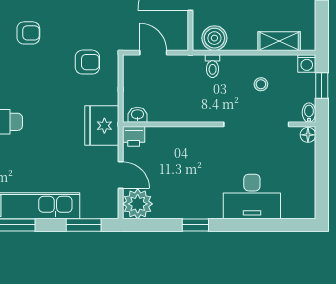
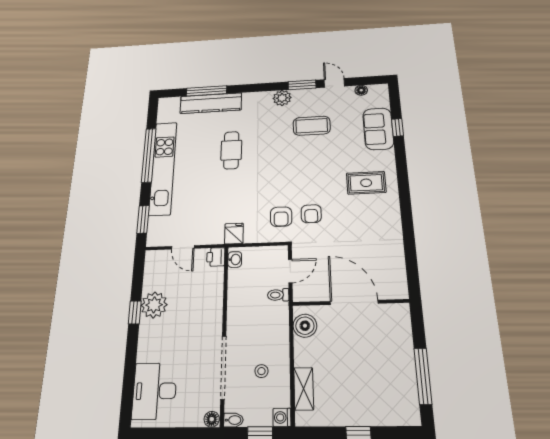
armchair: (28, 33) -> (311, 214), moved
toilet: (213, 66) -> (278, 295), moved
fridge: (102, 126) -> (234, 234), width x0.53, depth x0.75
door: (121, 175) -> (183, 247), hinge flipped
desk: (252, 196) -> (154, 391), moved
plant: (138, 204) -> (154, 305), moved

